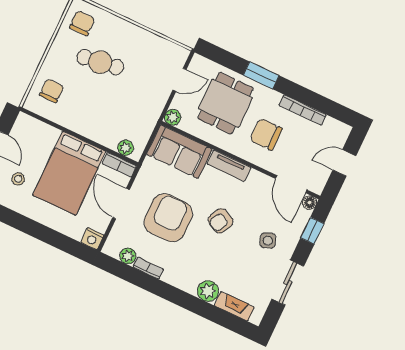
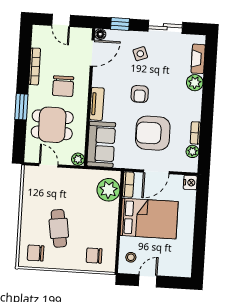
plant: (125, 148) -> (108, 190), width x1.88, depth x1.88
stool: (18, 179) -> (131, 257), moved
armchair: (221, 221) -> (140, 94), turned 62

